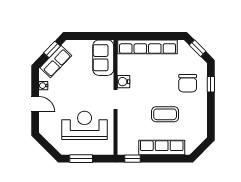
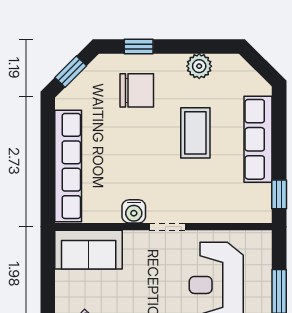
plant: (200, 116) -> (199, 66), added

